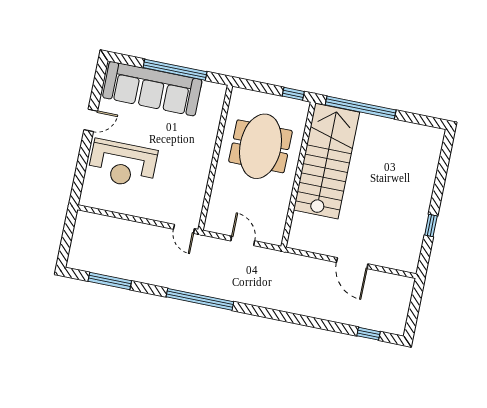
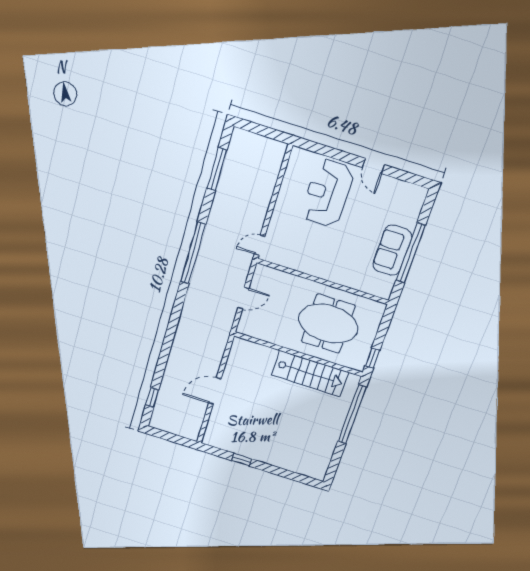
sofa: (152, 89) -> (392, 250), width x0.54, depth x0.79
stairs: (326, 161) -> (310, 374), width x0.73, depth x0.66

